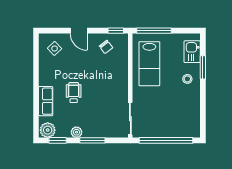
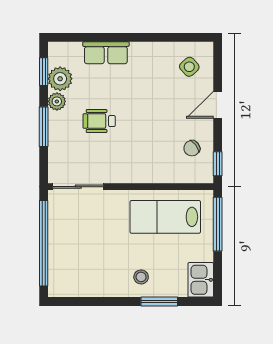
kitchen sink: (192, 52) -> (201, 280), moved, turned -90
wheelchair: (74, 93) -> (99, 121), moved, turned 180
plant: (48, 130) -> (60, 79), moved

